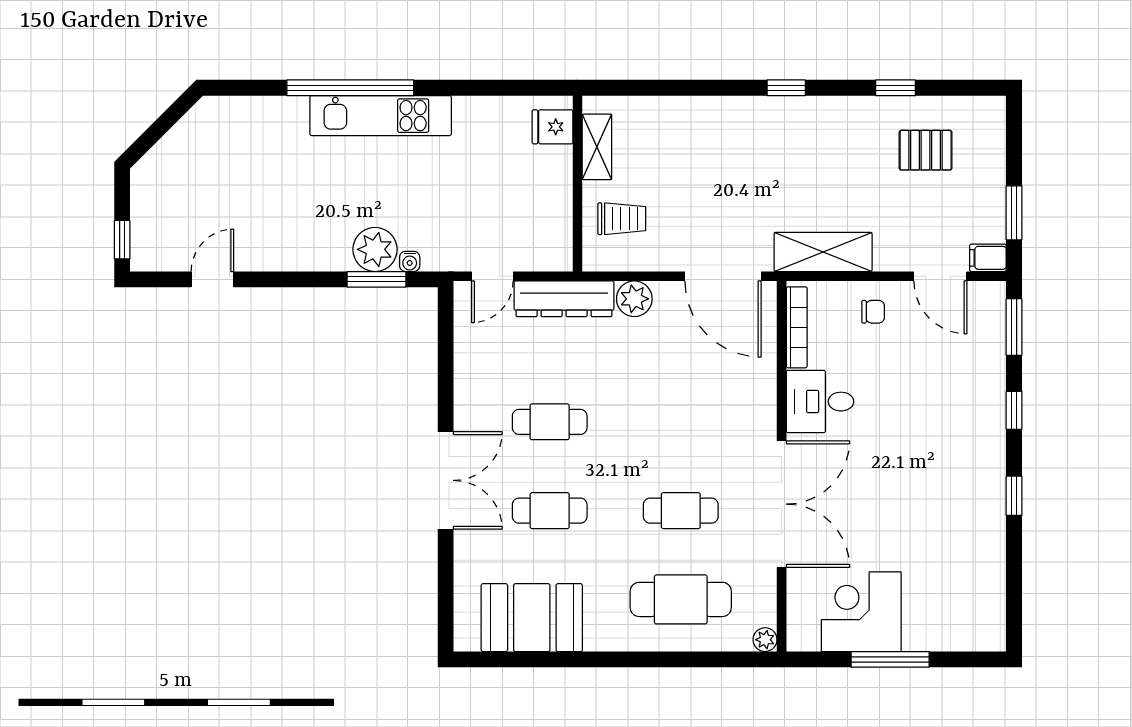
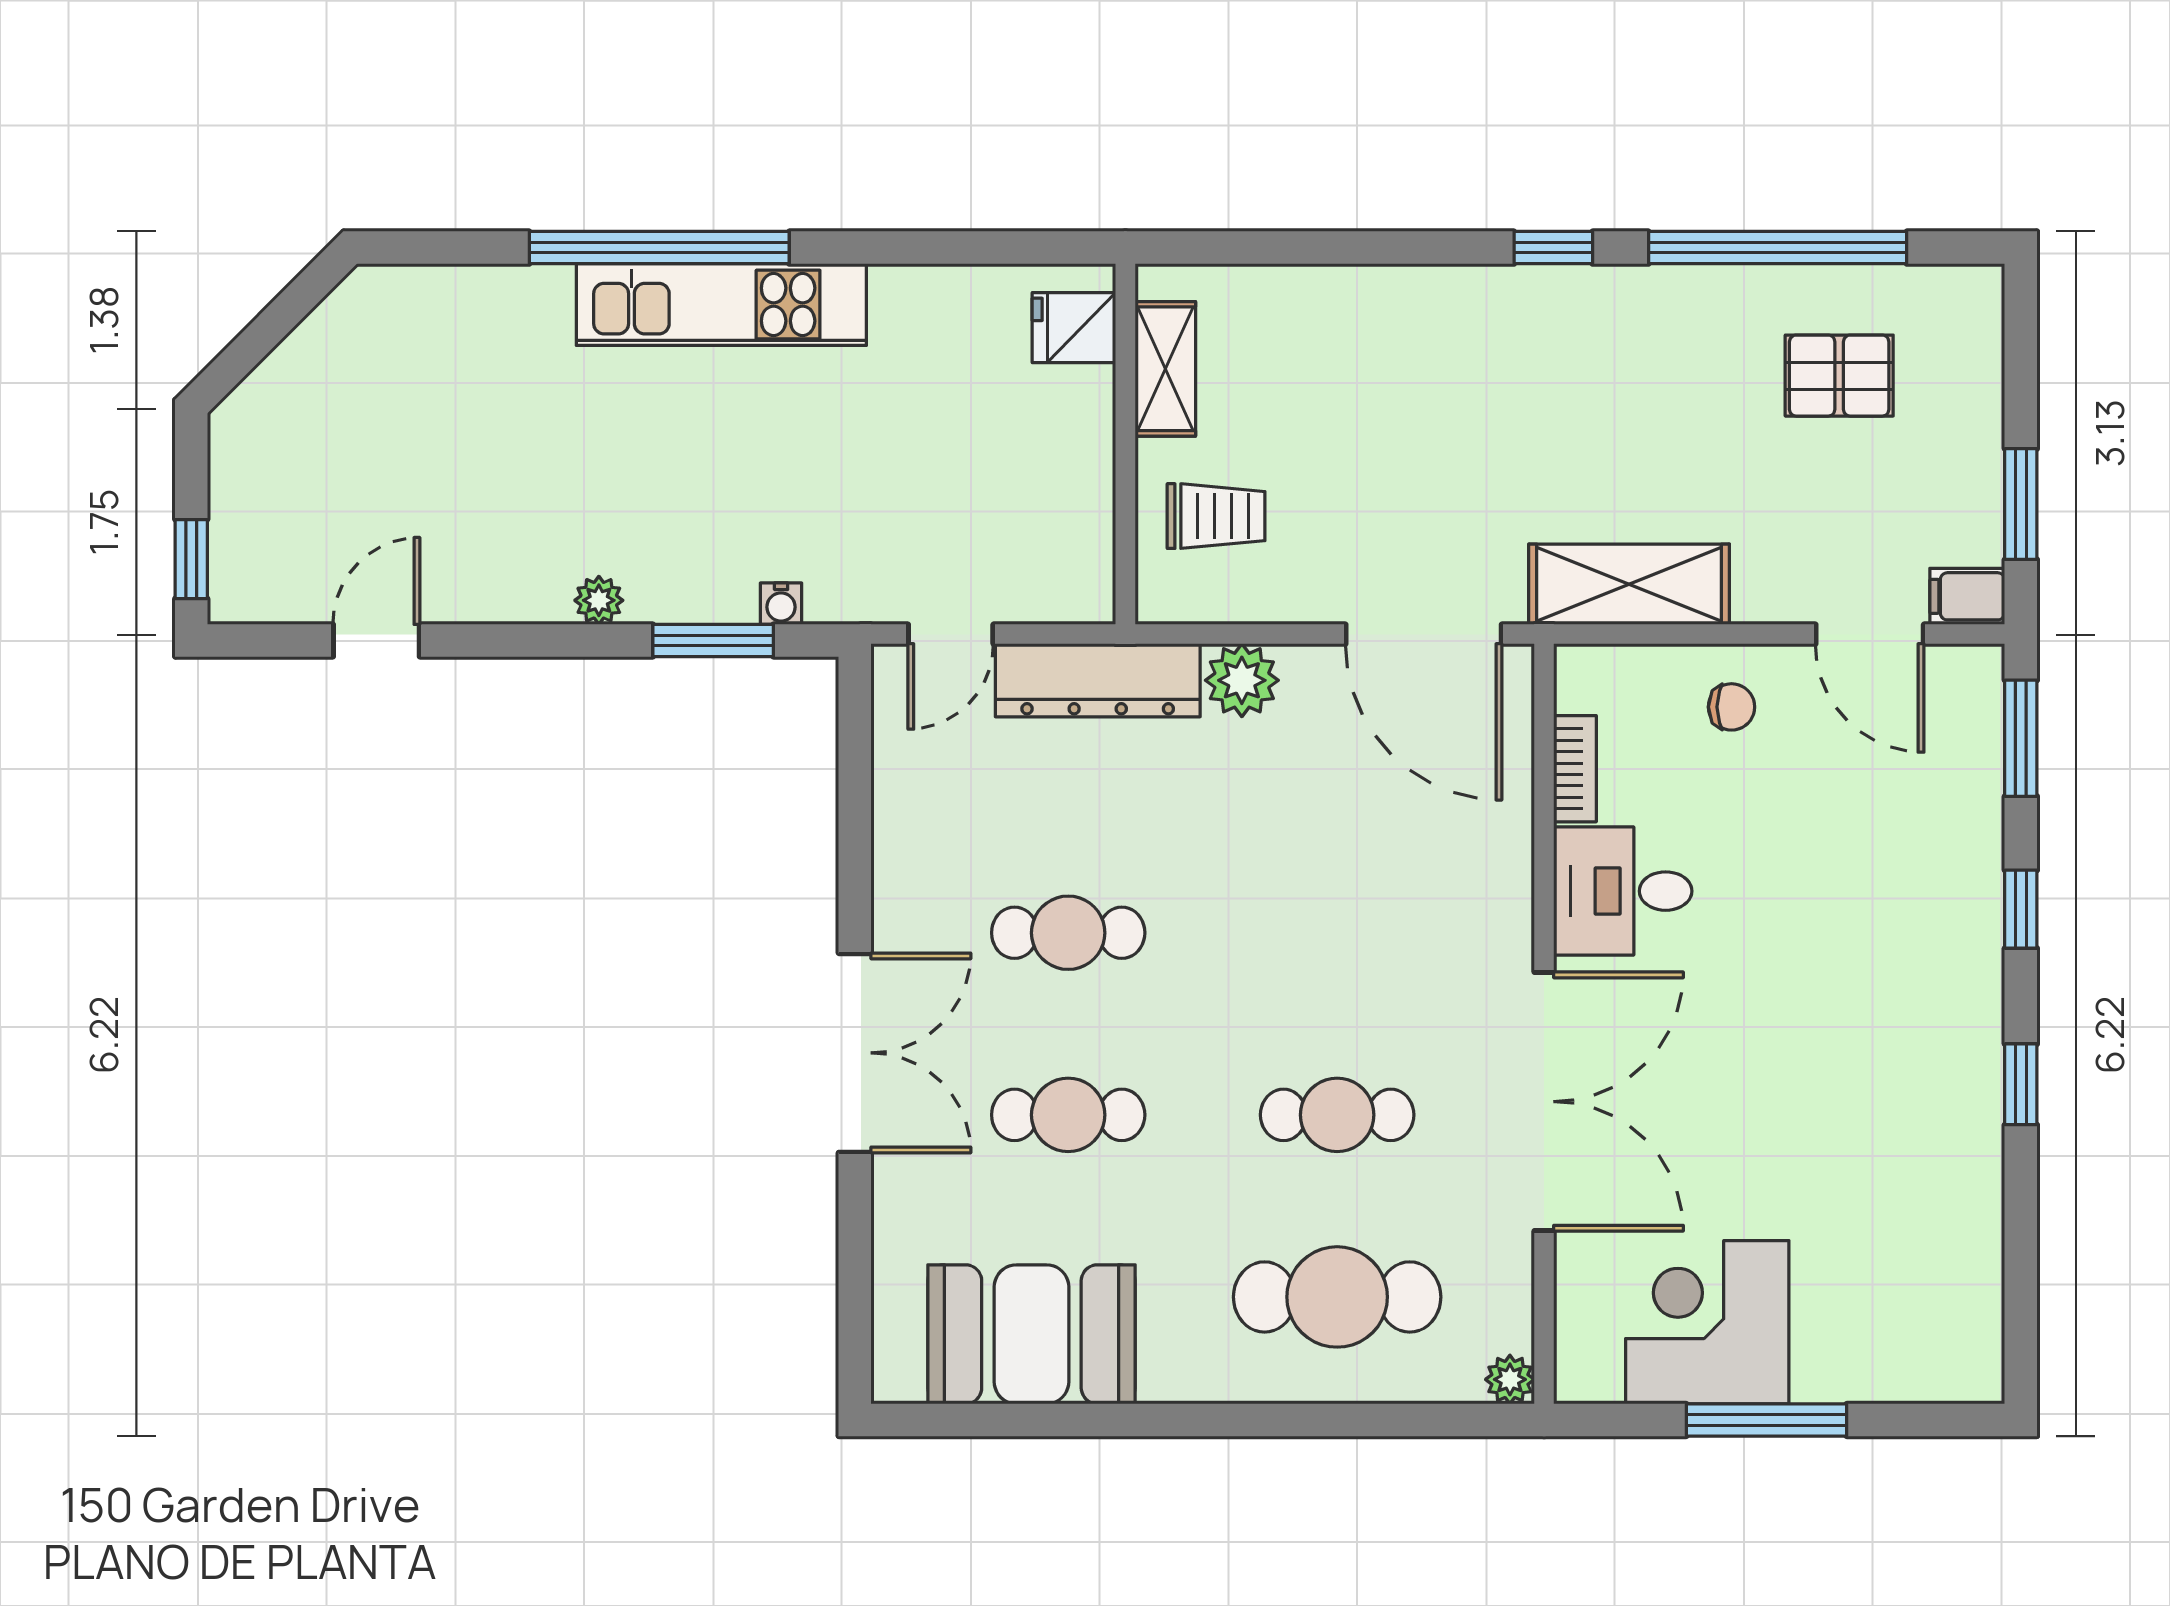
window: (896, 88) -> (1778, 248), width x3.17
plant: (375, 249) -> (599, 600), moved, width x0.53, depth x0.53
bookcase: (797, 327) -> (1575, 769), width x0.64

